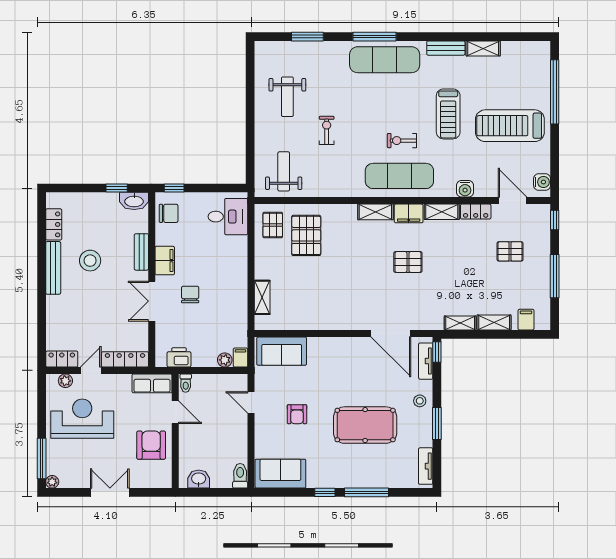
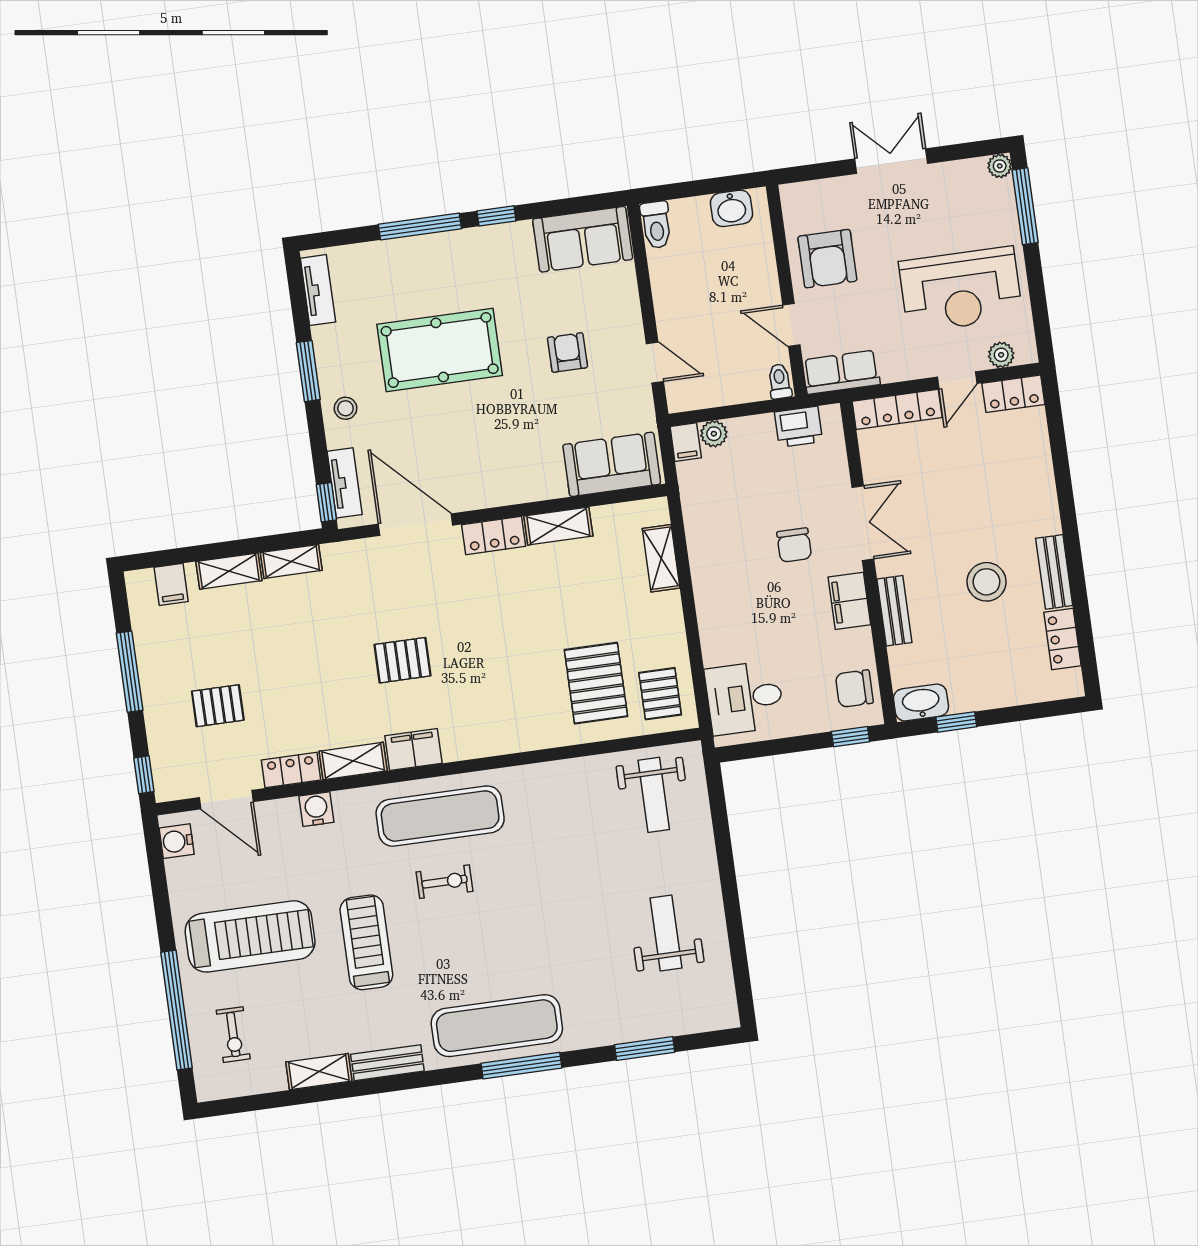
exercise bike: (327, 130) -> (233, 1035), moved
shelving: (375, 212) -> (558, 526), moved
bench: (53, 268) -> (1054, 572), width x0.73
locker: (350, 322) -> (494, 536), added
double door: (110, 492) -> (891, 161), swing flipped

